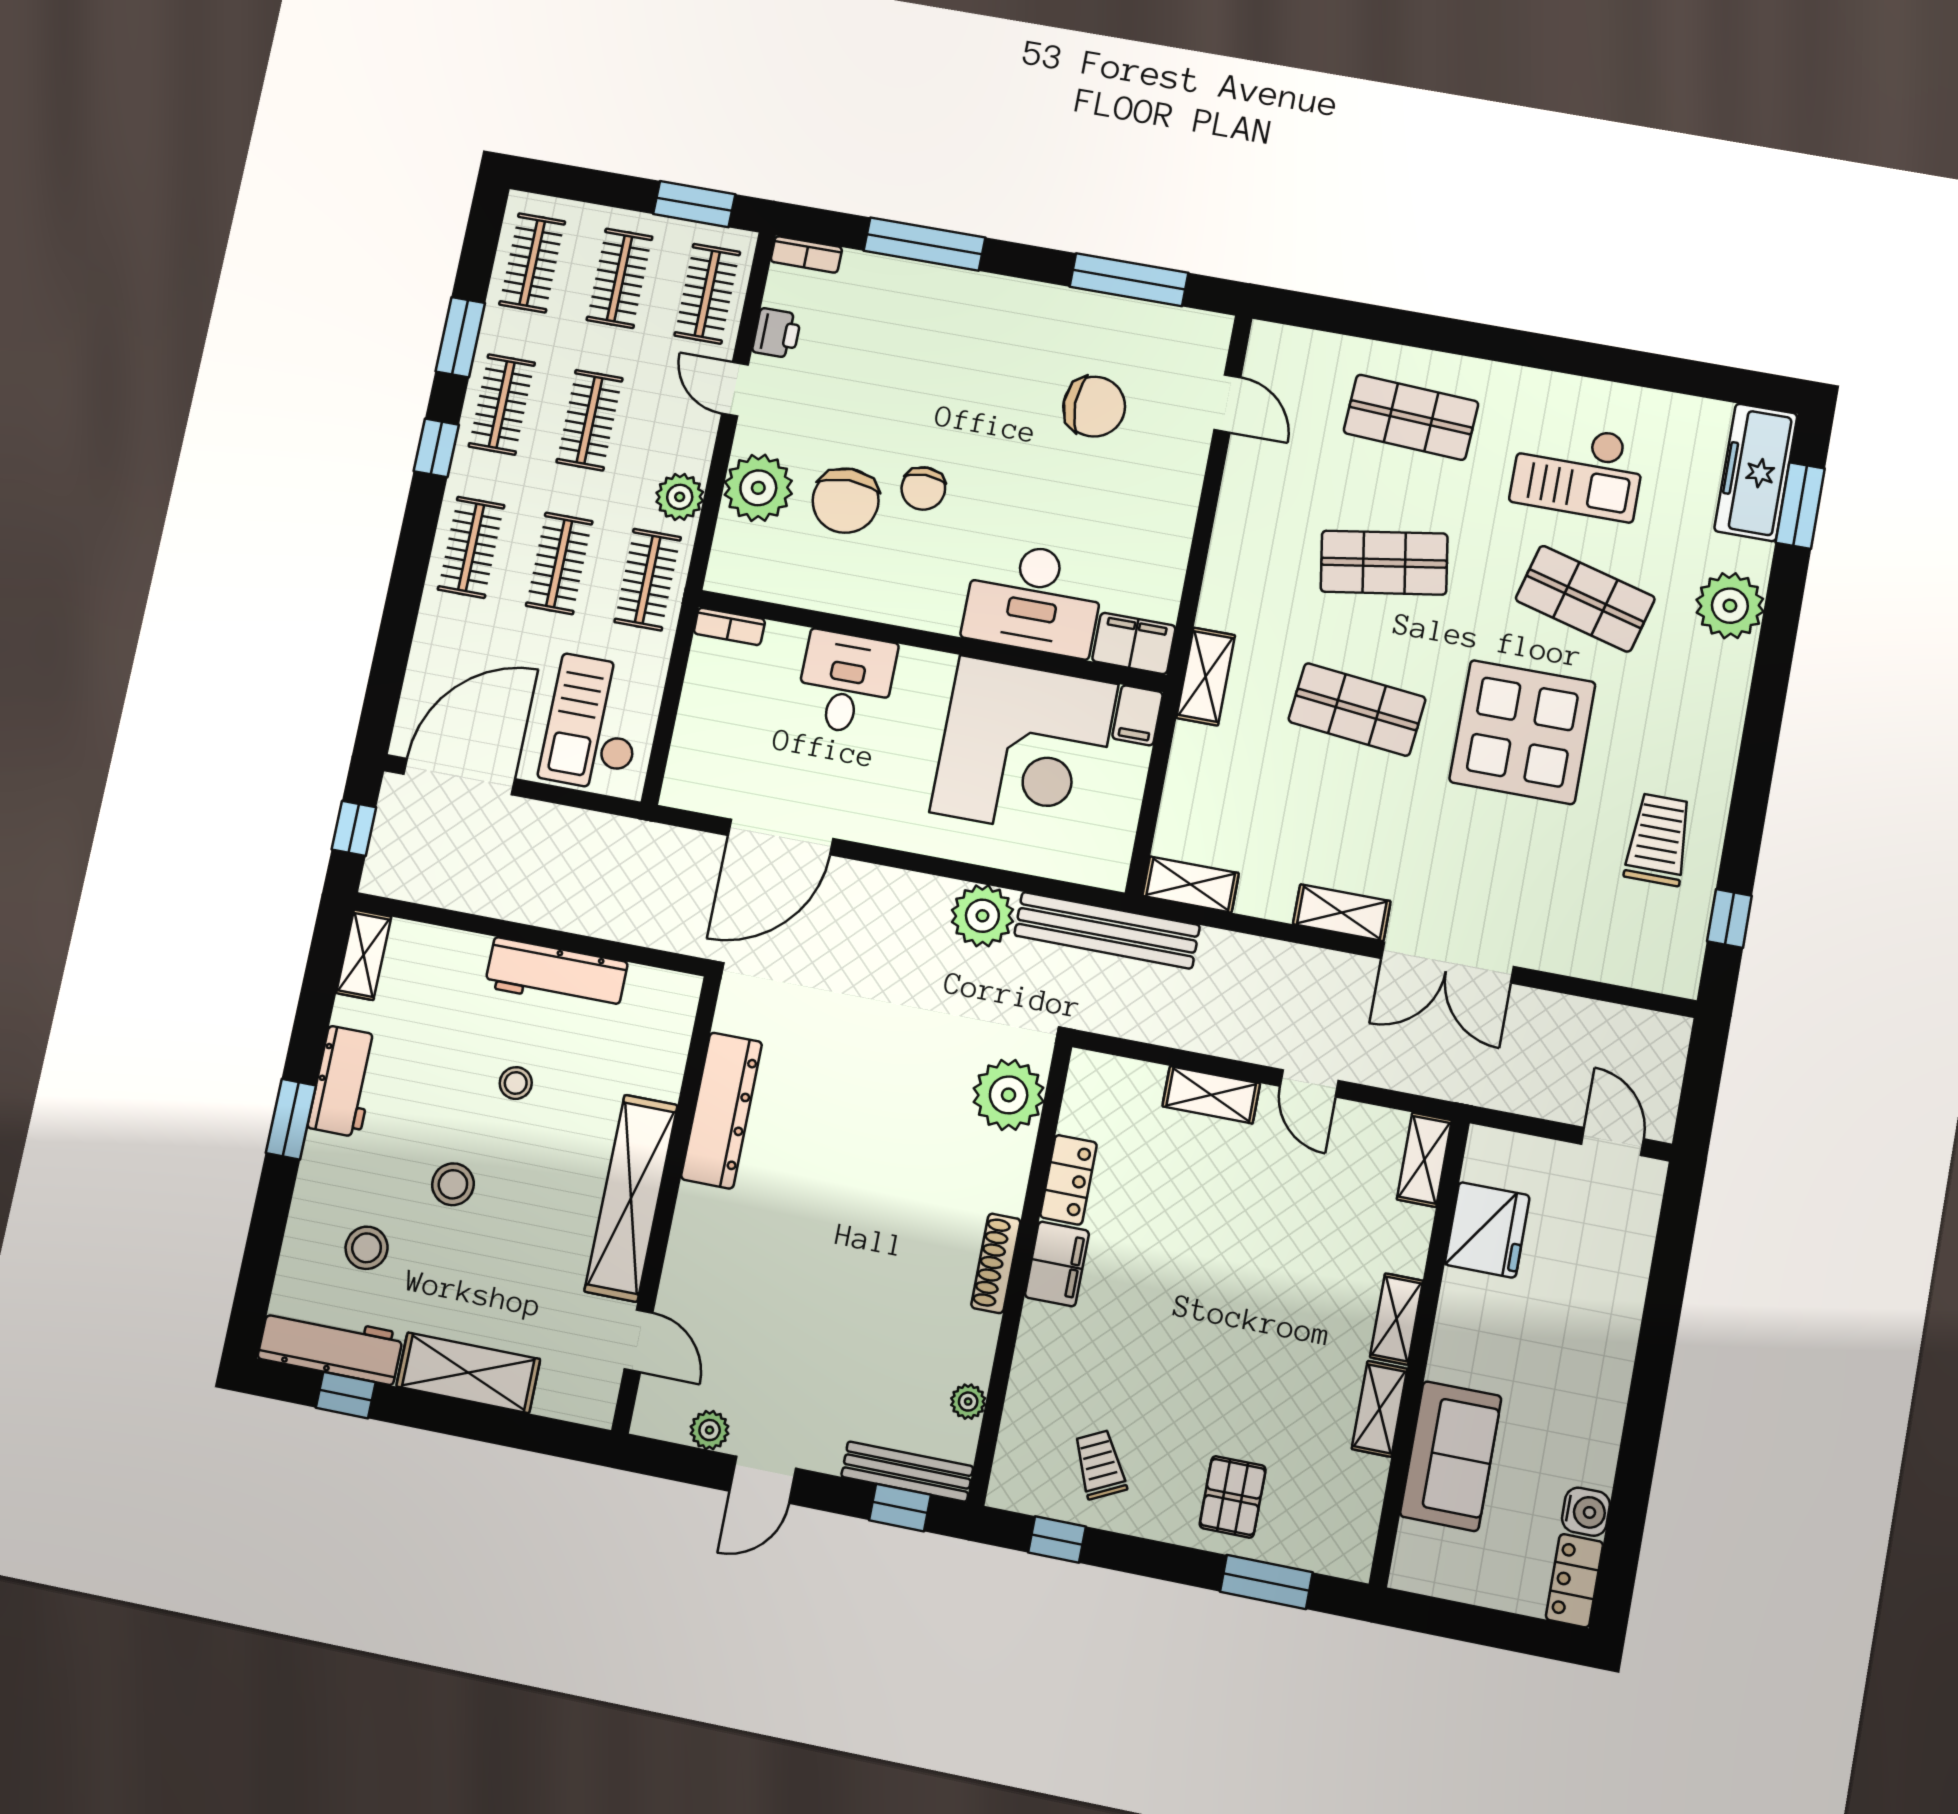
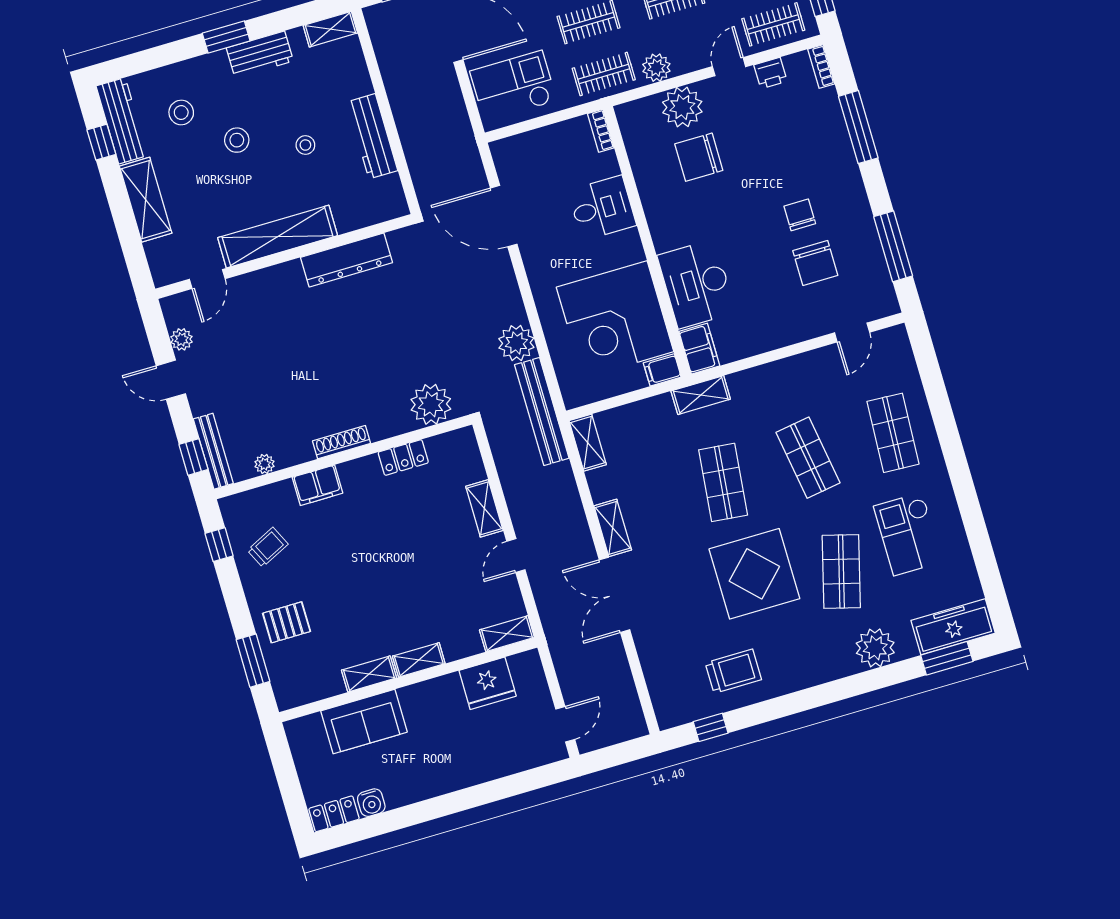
chair: (923, 488) -> (800, 215), moved, turned 90
filing cabinet: (1057, 1264) -> (317, 485), moved

